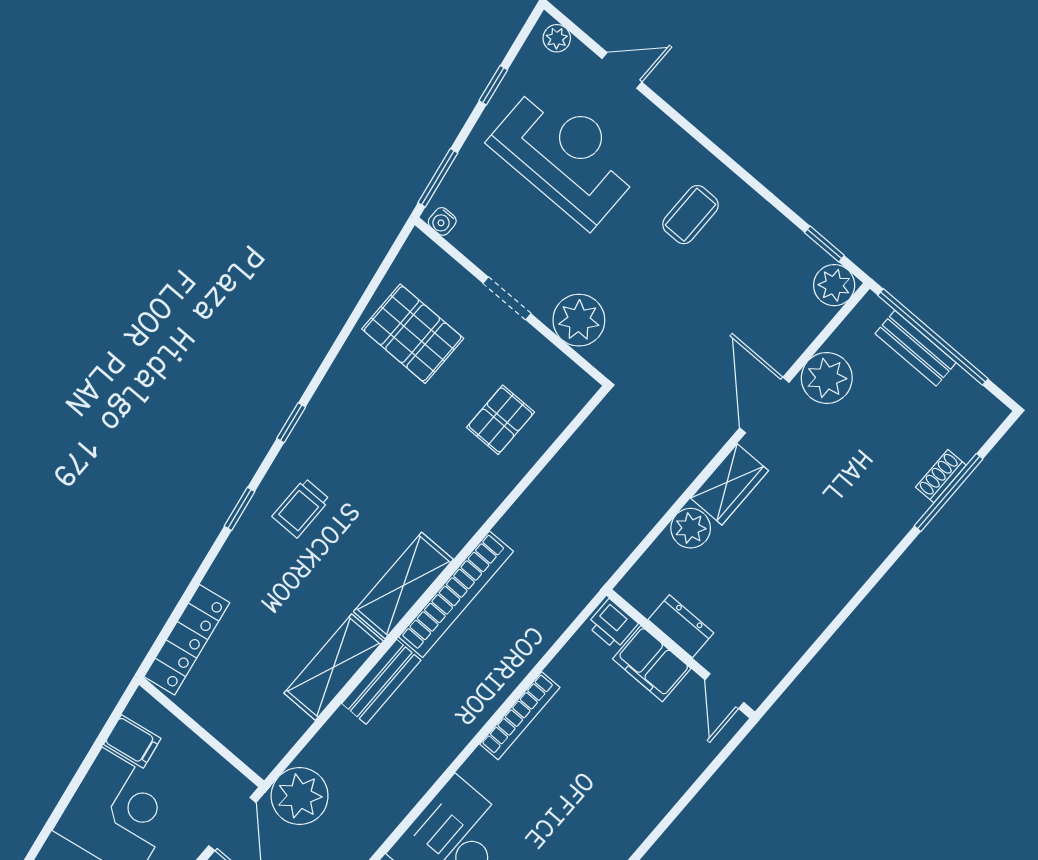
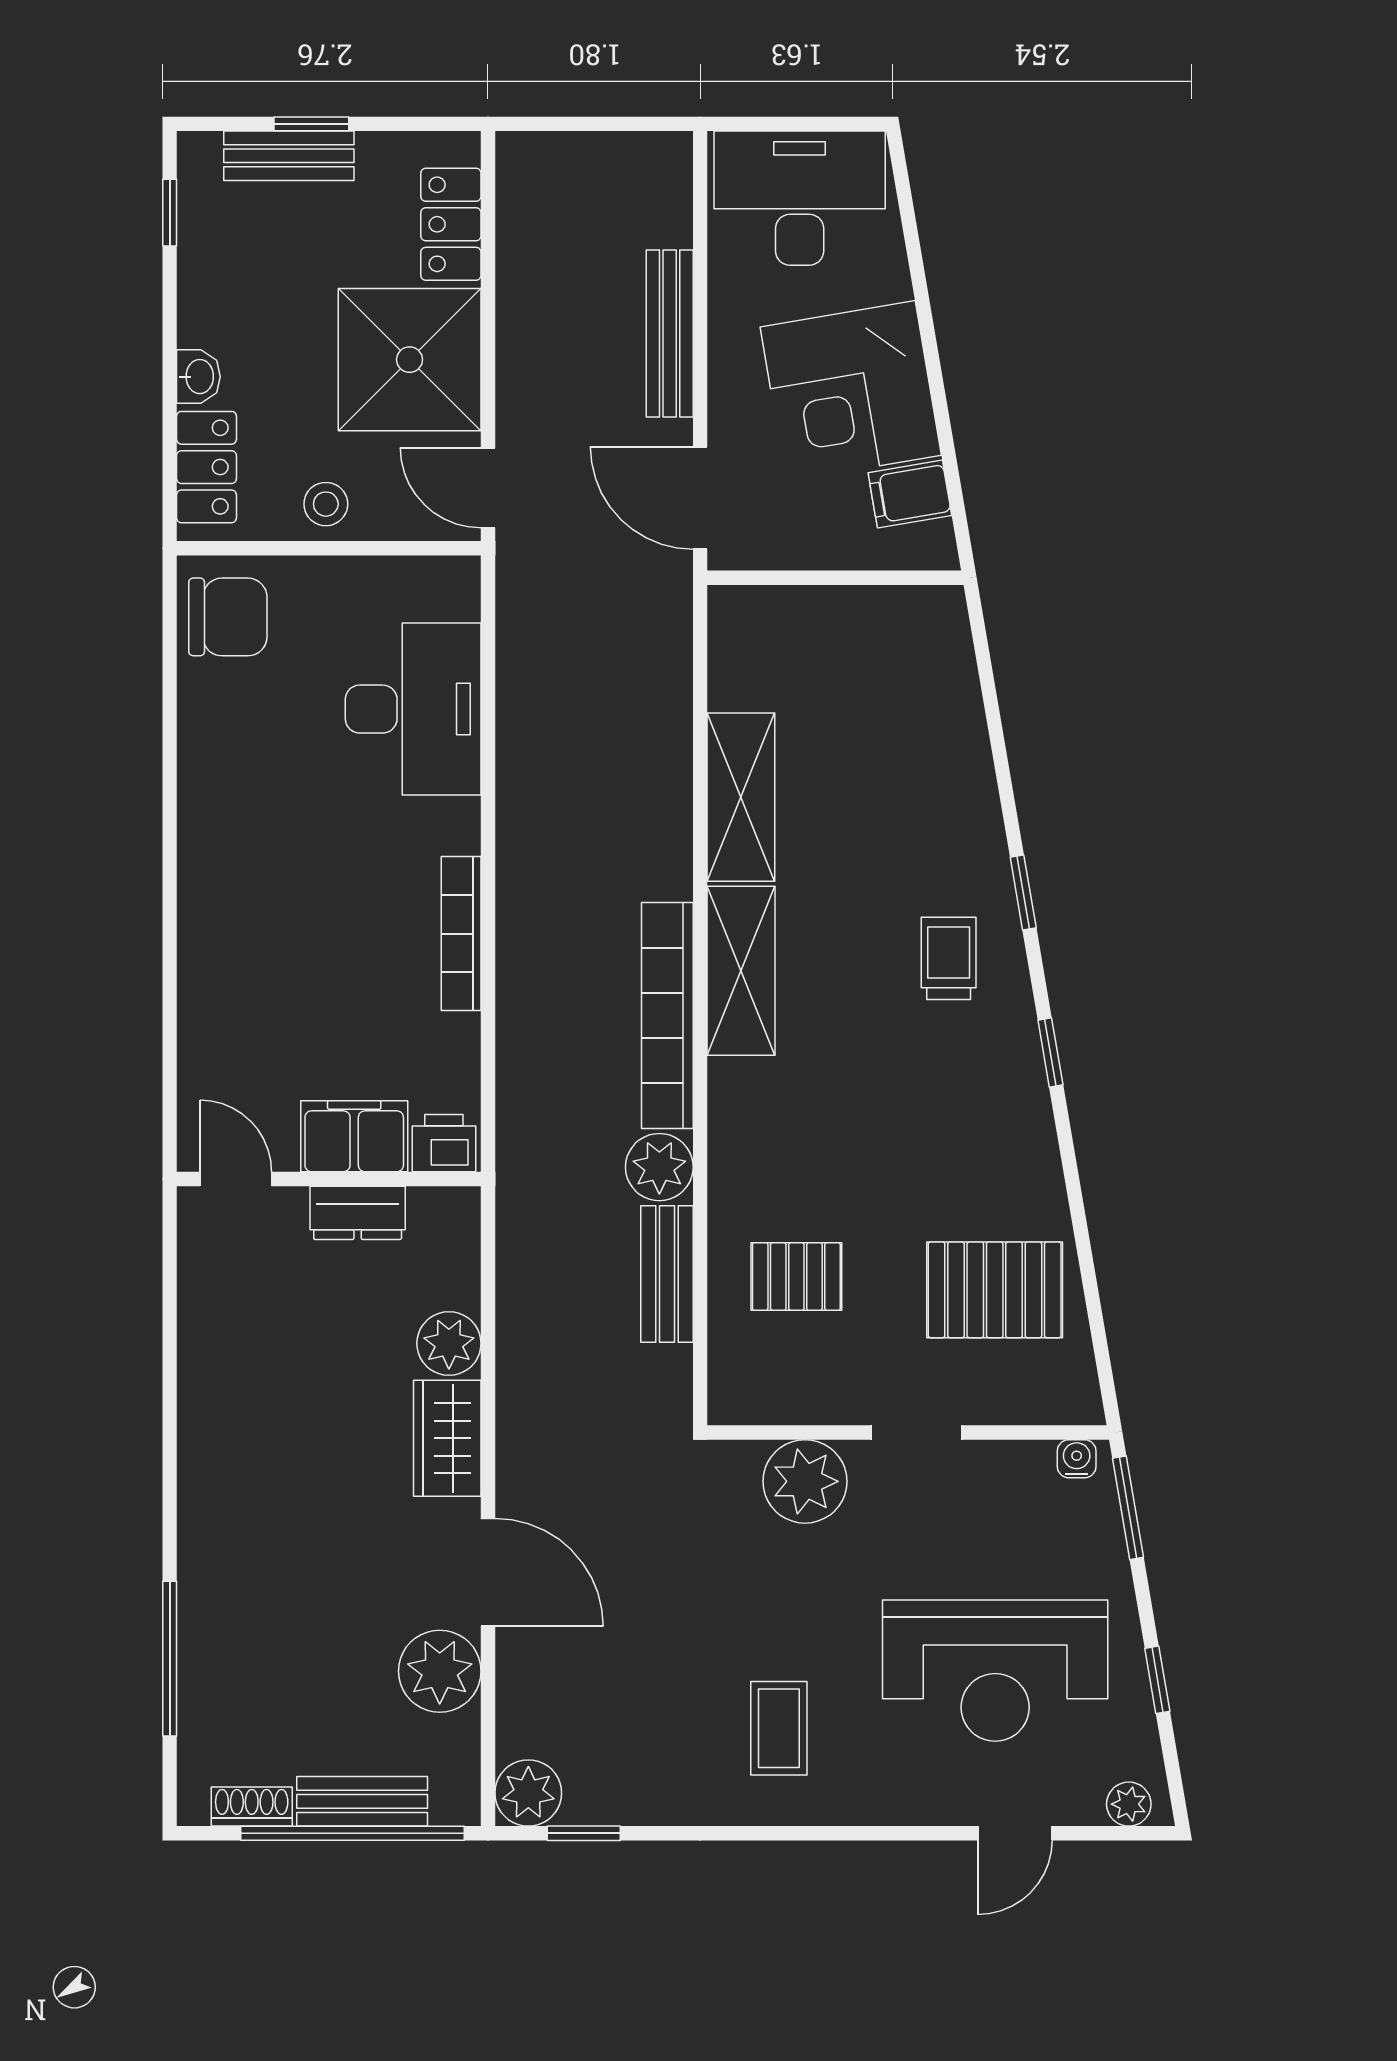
pallet: (500, 420) -> (796, 1276), turned 90
shoe rack: (941, 476) -> (252, 1807), moved, turned -90
locker: (187, 640) -> (950, 677), removed
bench: (381, 682) -> (667, 1274), moved
plant: (300, 796) -> (659, 1167), moved, width x0.73, depth x0.73

